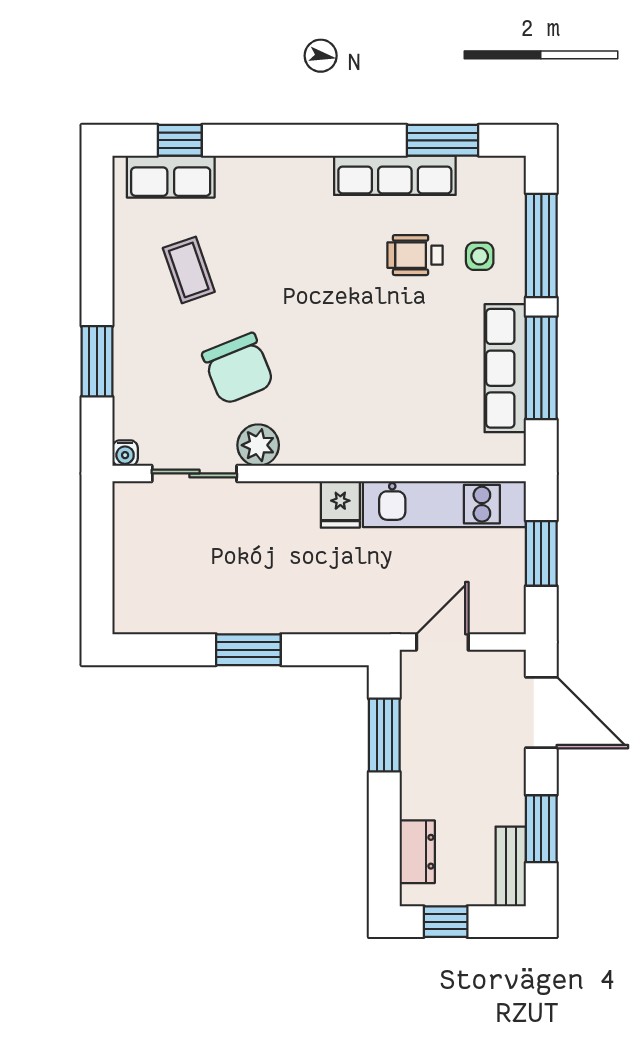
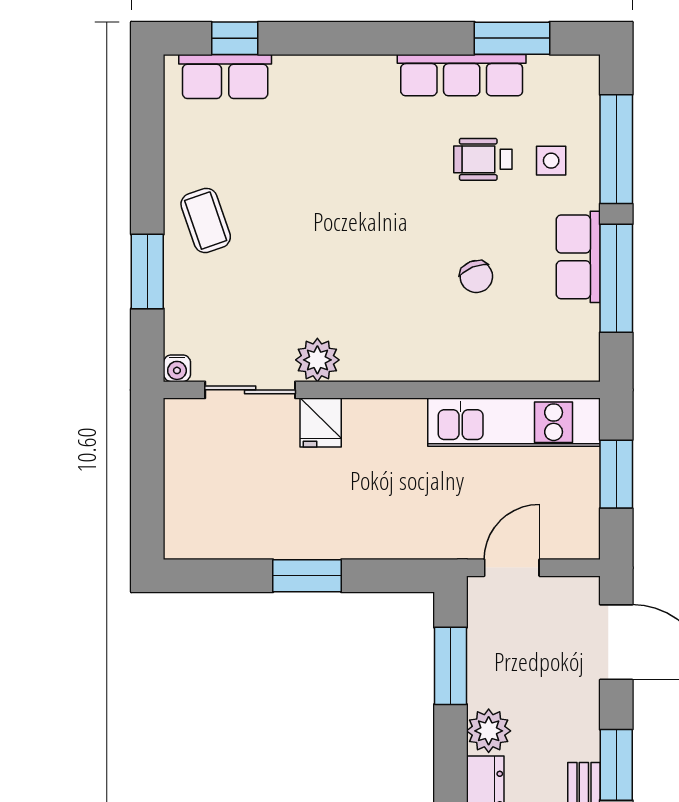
coffee table: (189, 270) -> (206, 220), moved
row of seats: (505, 368) -> (578, 257), width x0.68
chair: (238, 369) -> (476, 277), moved, width x0.54, depth x0.54
fridge: (340, 504) -> (321, 422), moved
plant: (420, 797) -> (489, 731), added

